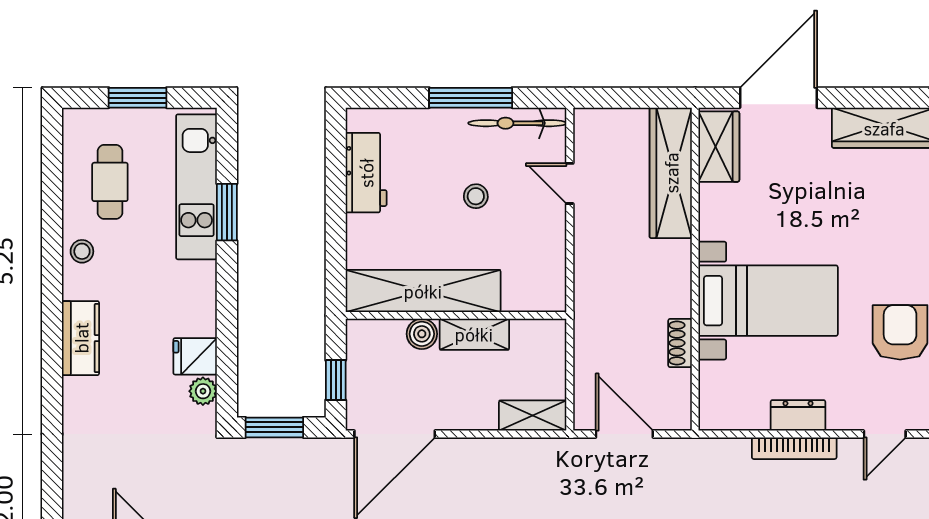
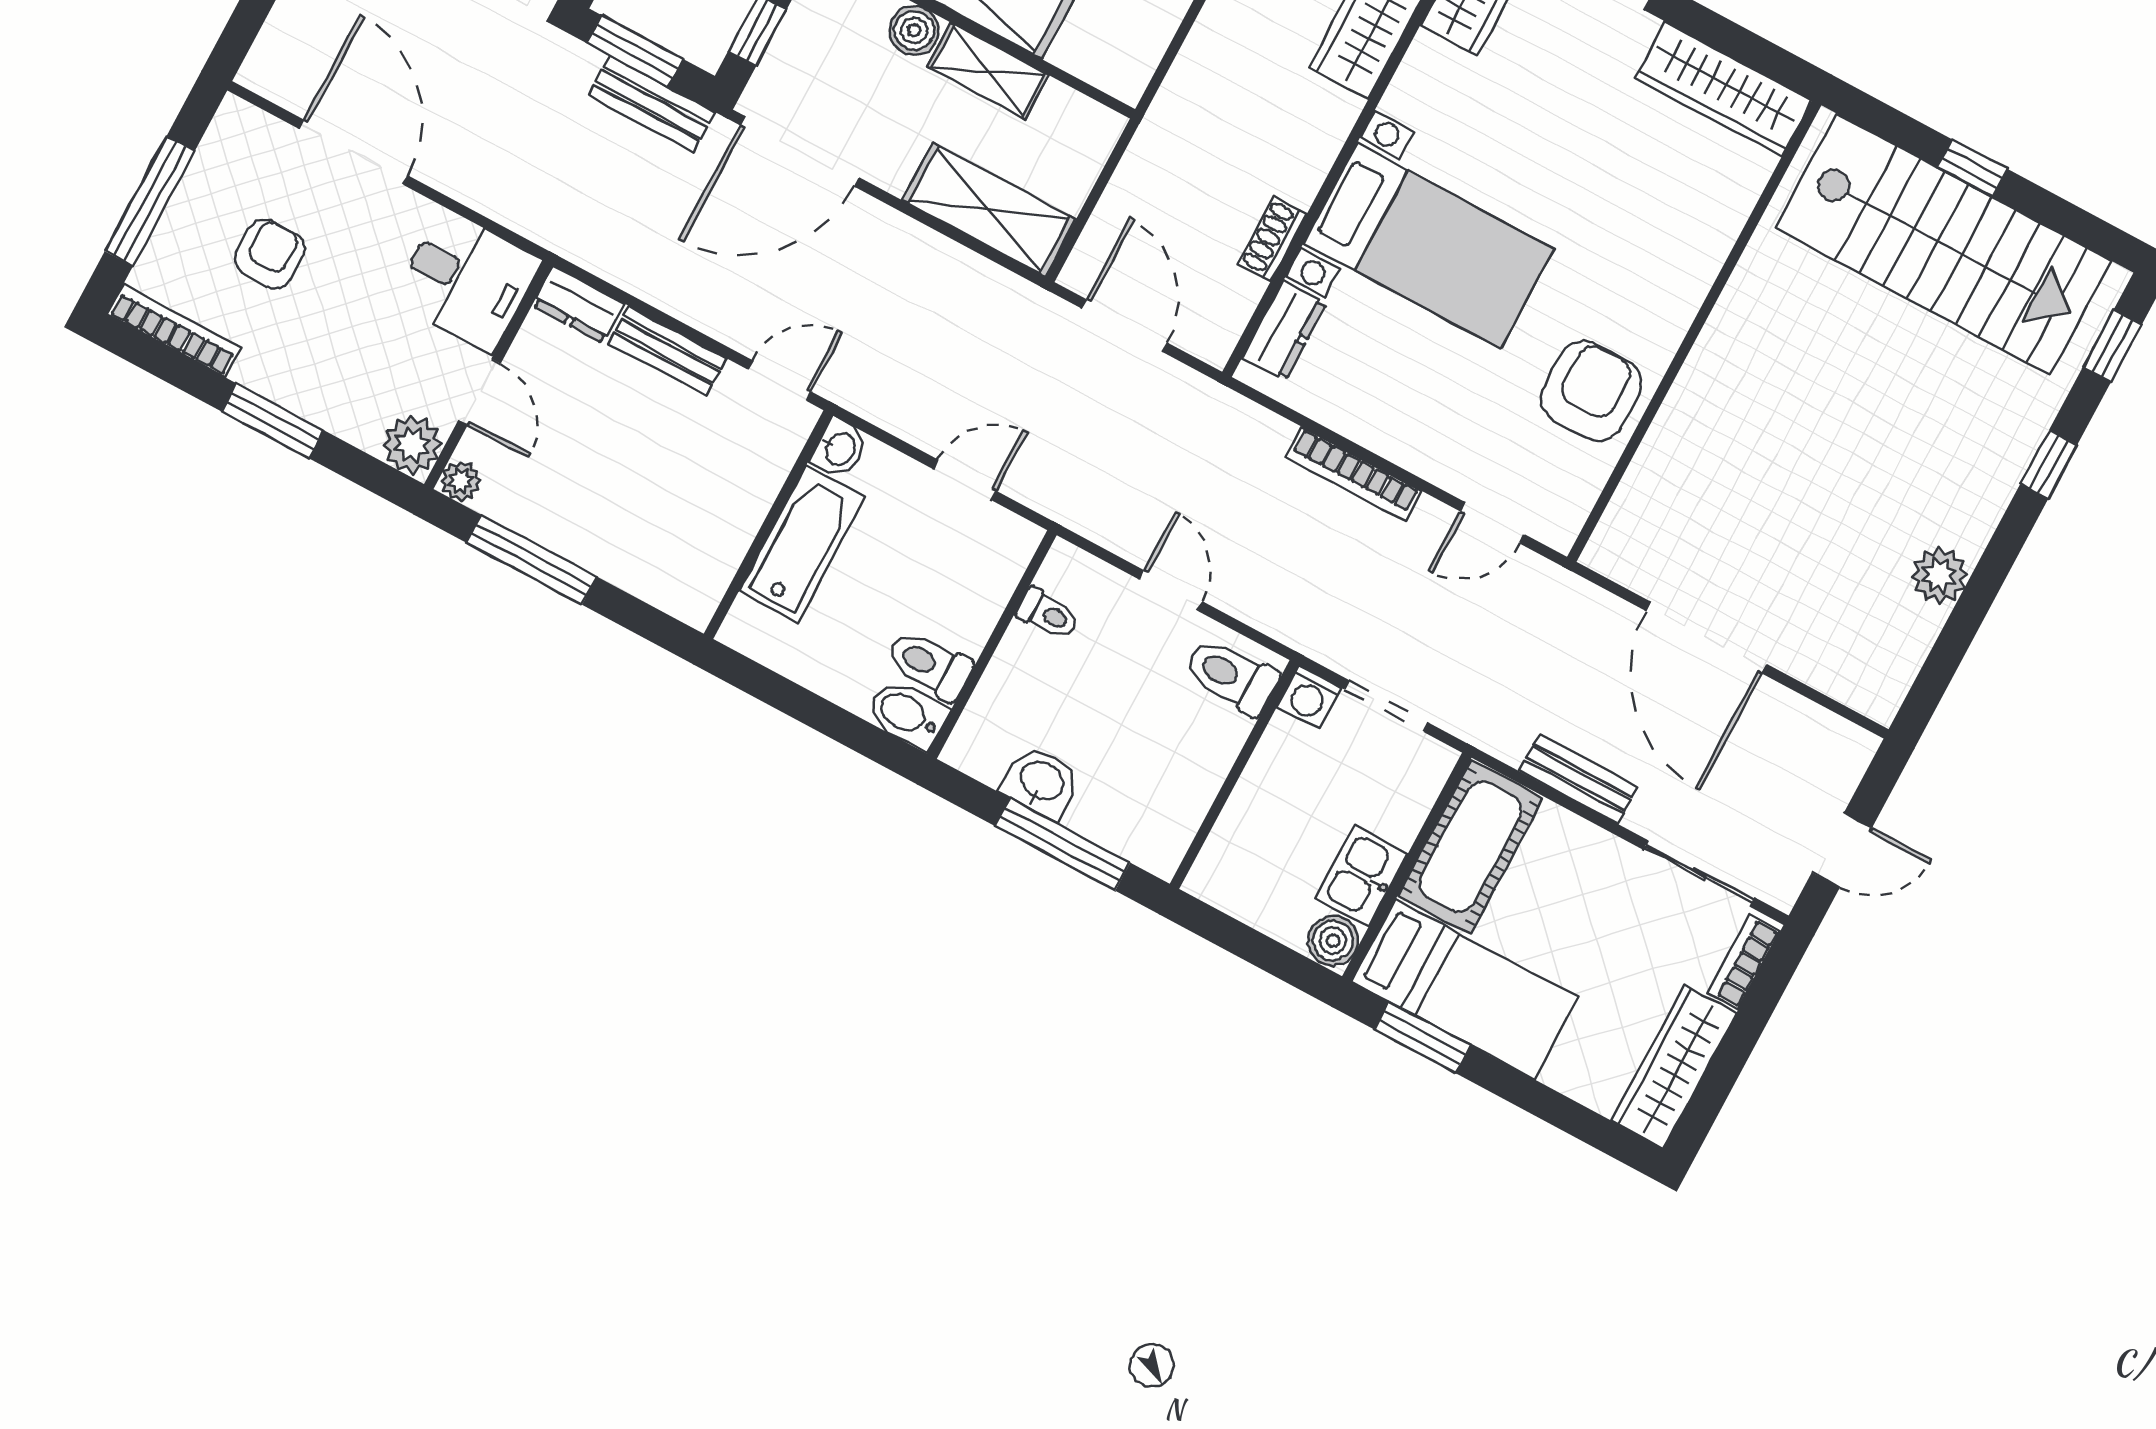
dresser: (798, 415) -> (1285, 330), moved, turned 90
shelving: (533, 416) -> (989, 210), width x1.50, depth x1.33
bench: (299, 452) -> (652, 104), added

